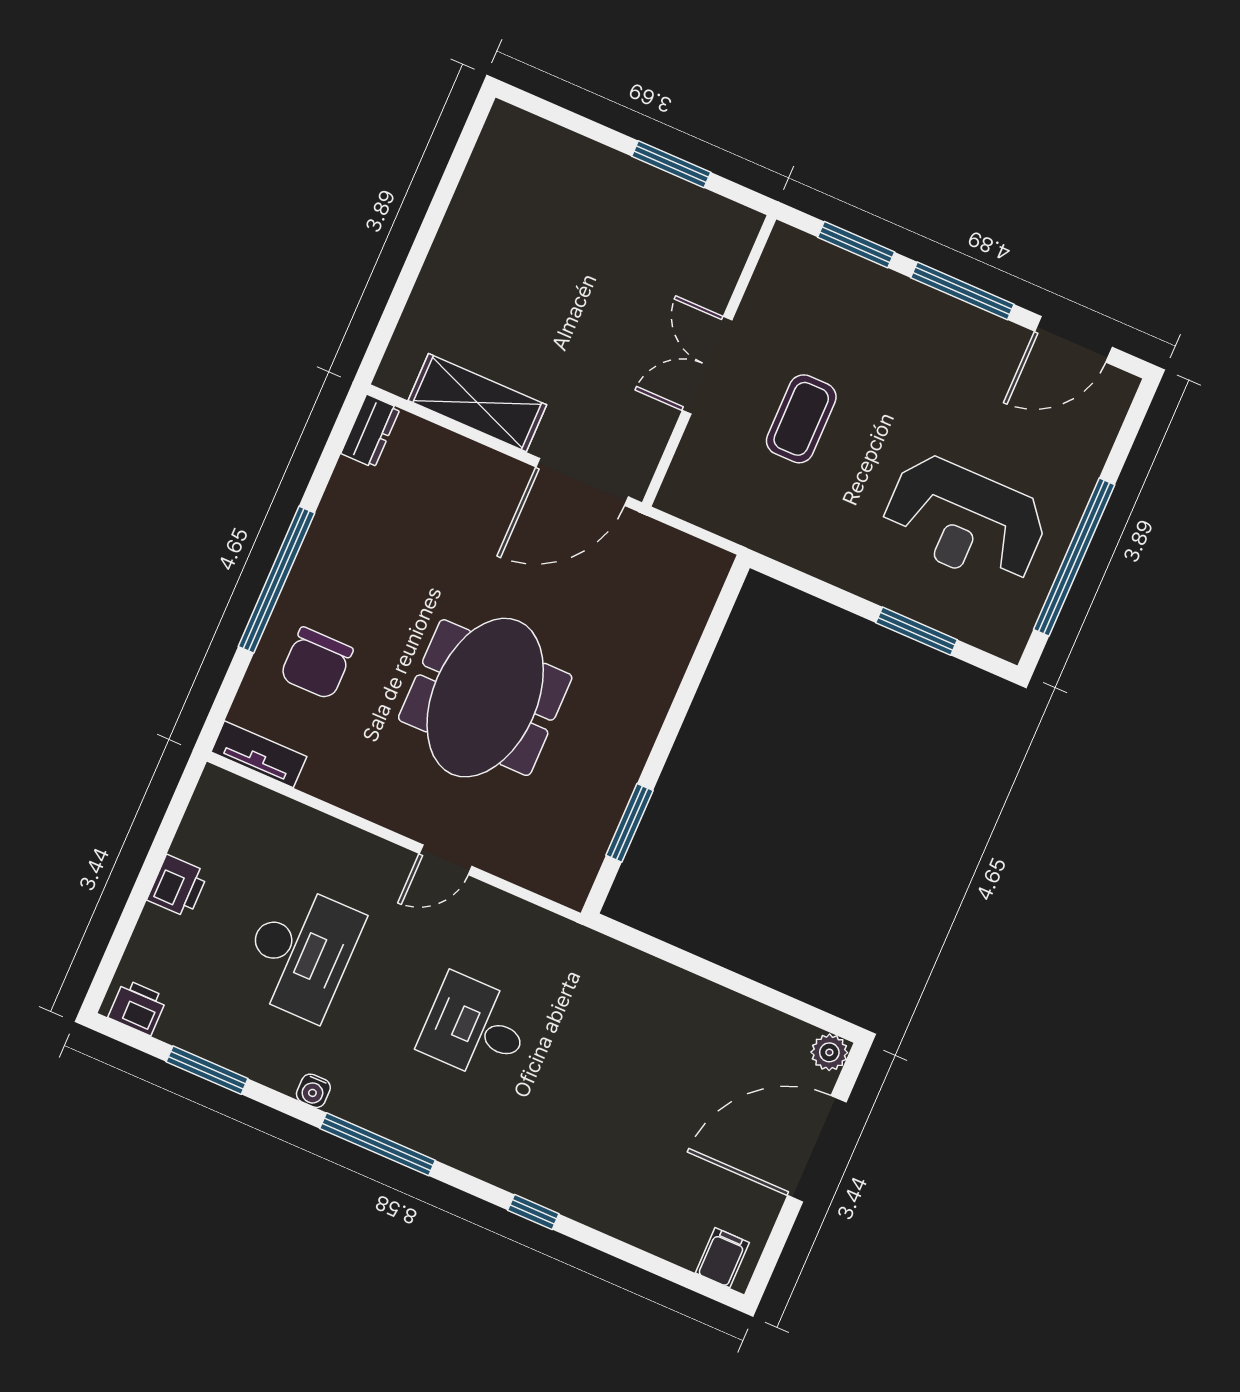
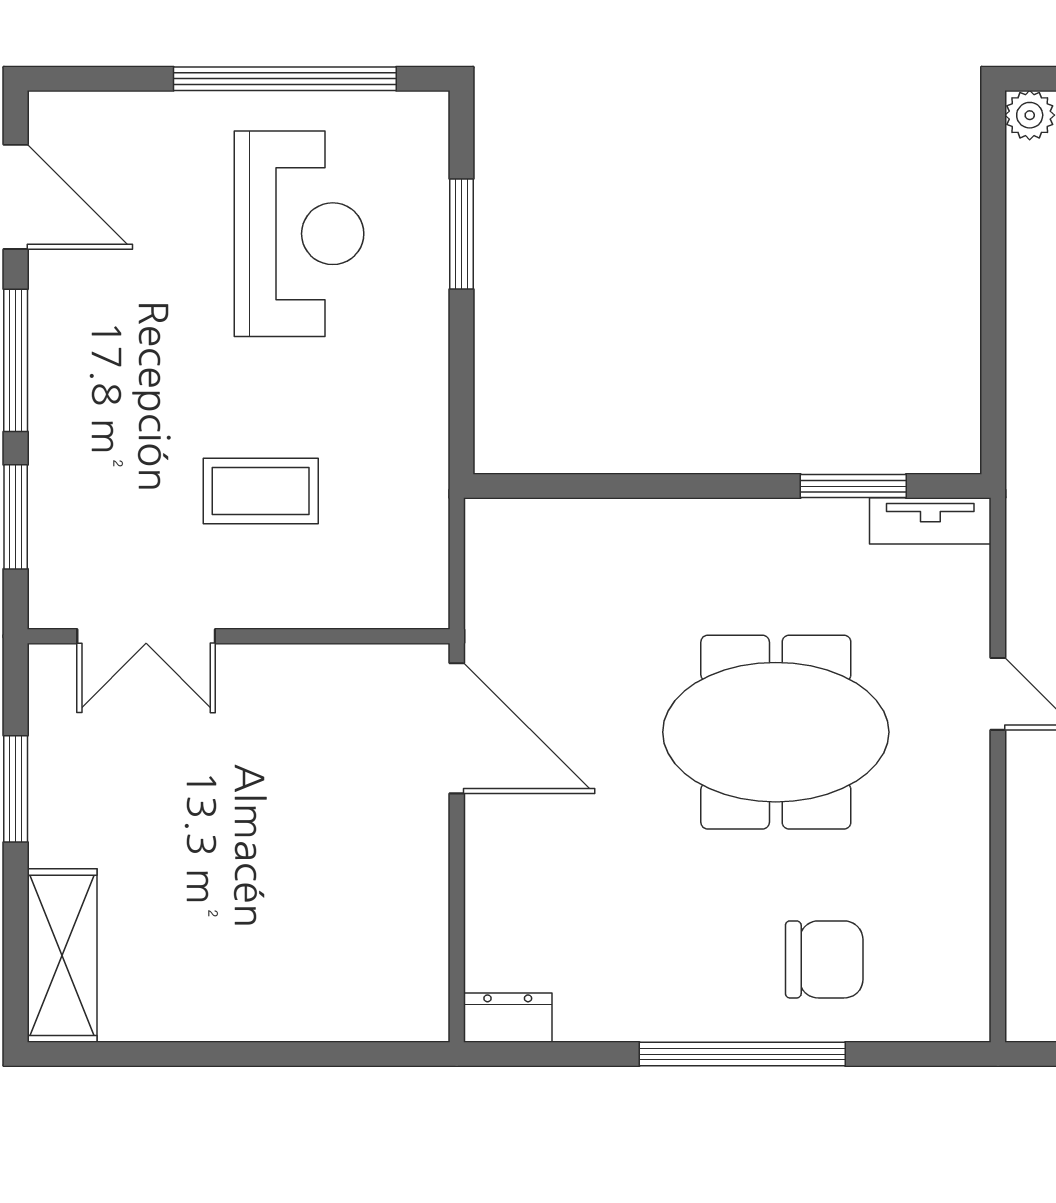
double door: (707, 365) -> (146, 636), moved
shelving: (477, 403) -> (62, 955), moved
tv unit: (259, 754) -> (930, 521), moved, turned -90

